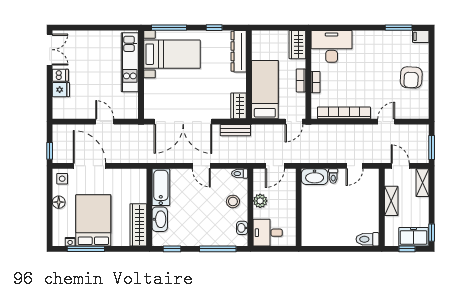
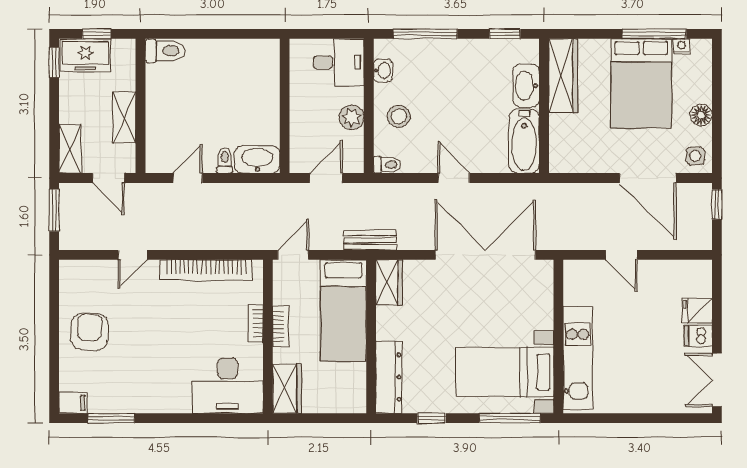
bench: (235, 130) -> (370, 240), moved

